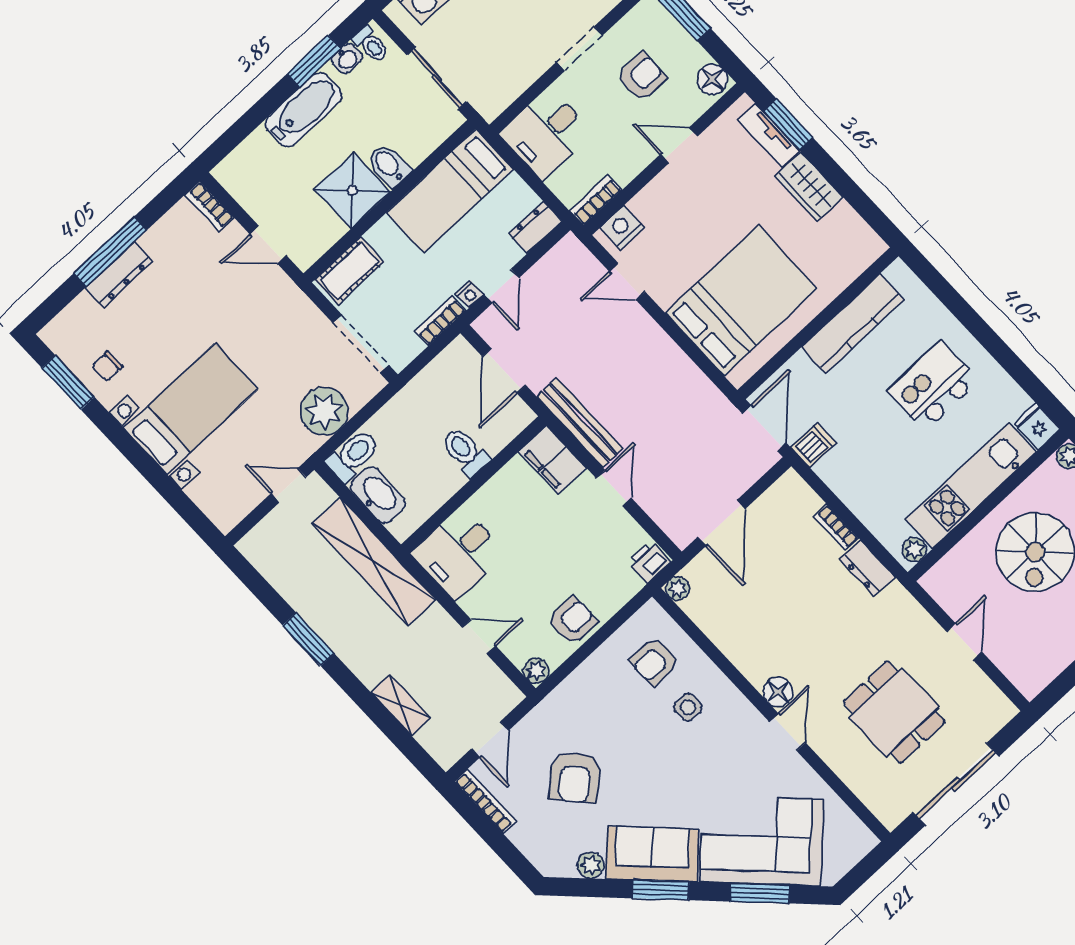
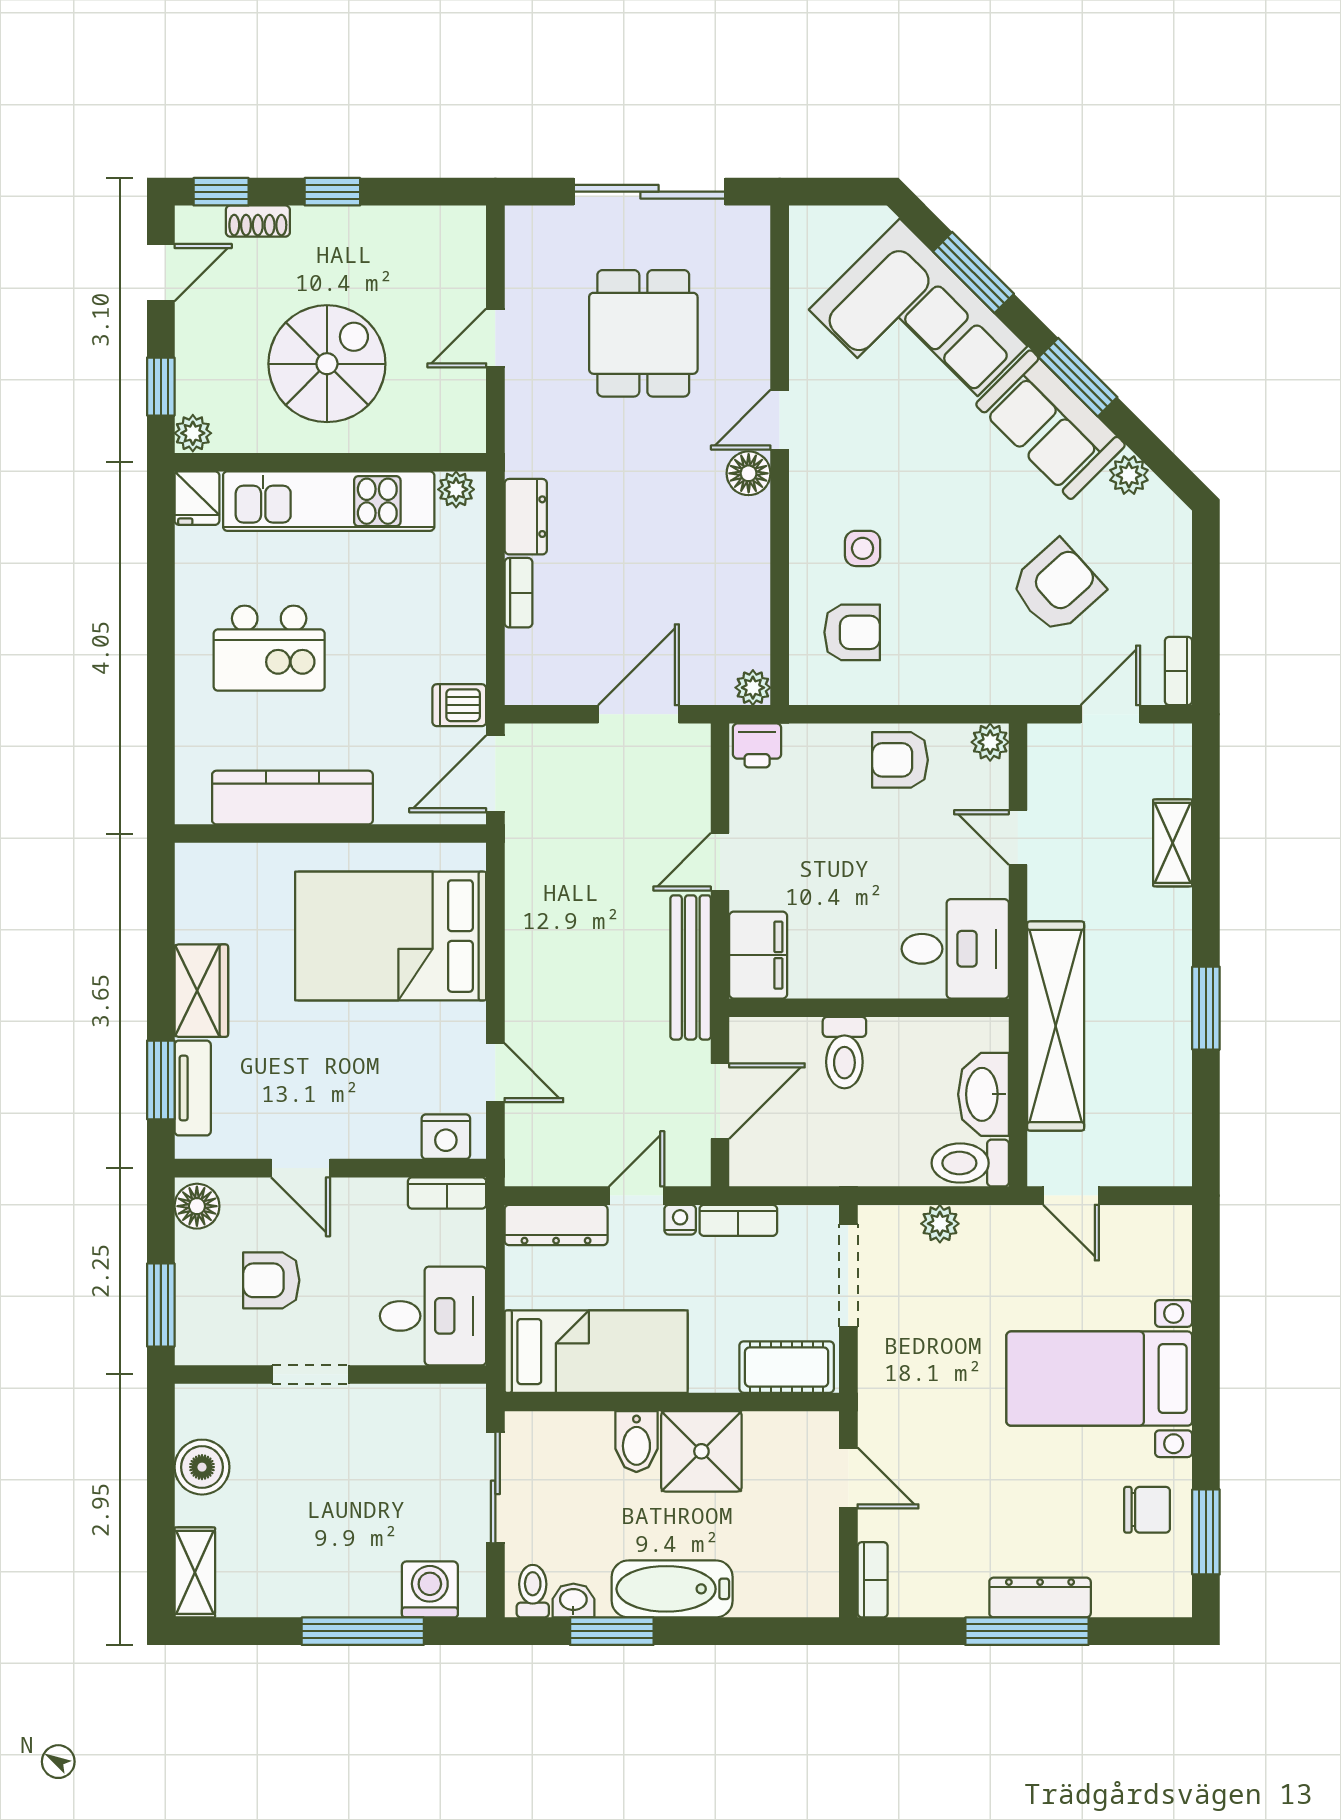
dresser: (535, 228) -> (556, 1225), width x1.44
chair: (107, 366) -> (1147, 1510), width x1.37, depth x1.37
plant: (324, 411) -> (940, 1224), width x0.53, depth x0.53
bookcase: (485, 801) -> (1179, 671), width x0.64

